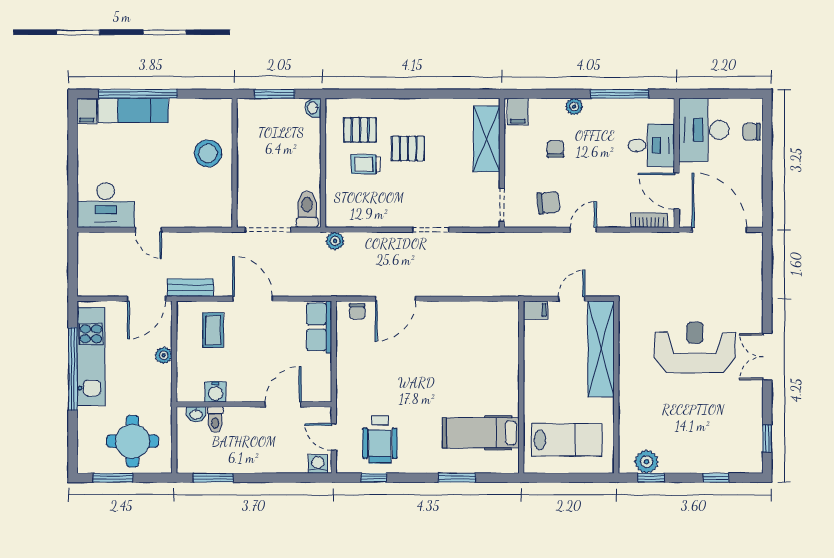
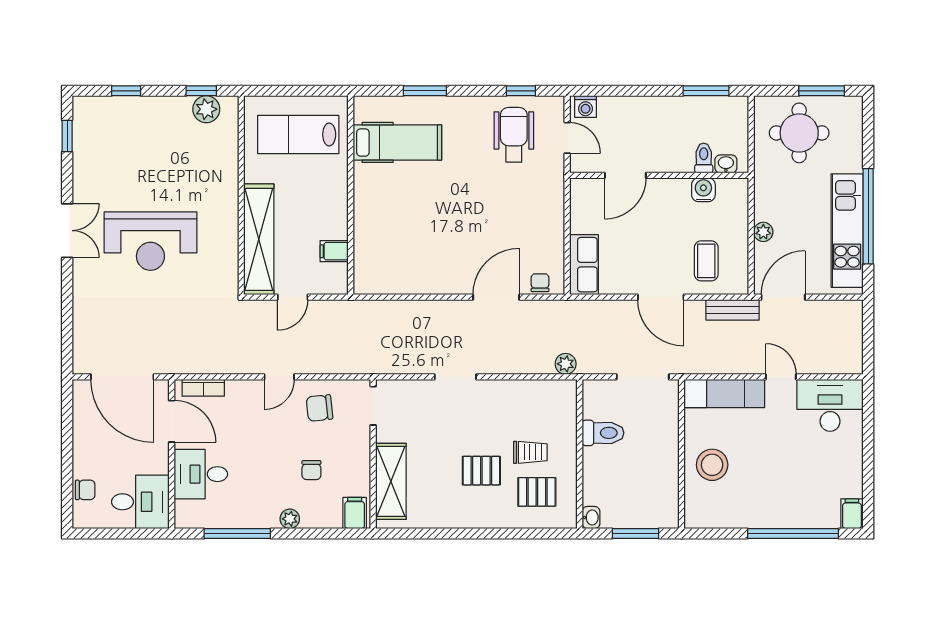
exam couch: (133, 110) -> (724, 393), moved, turned 180
desk: (704, 130) -> (140, 502), width x0.73
toilet: (307, 209) -> (603, 433), moved, turned -90
filing cabinet: (536, 310) -> (334, 251), moved

